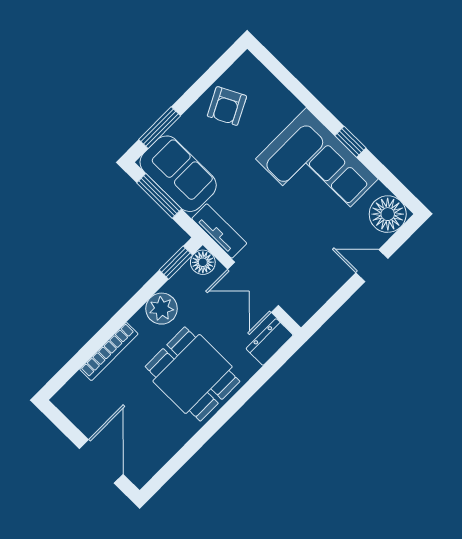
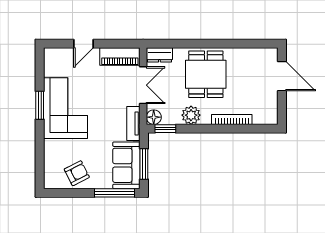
window: (160, 128) -> (115, 193), width x1.44
window: (350, 142) -> (40, 105), width x1.50
floor lamp: (388, 214) -> (55, 59), removed
door: (372, 266) -> (83, 44), hinge flipped
piano: (314, 293) -> (120, 57), added
door: (101, 461) -> (282, 76), swing flipped

